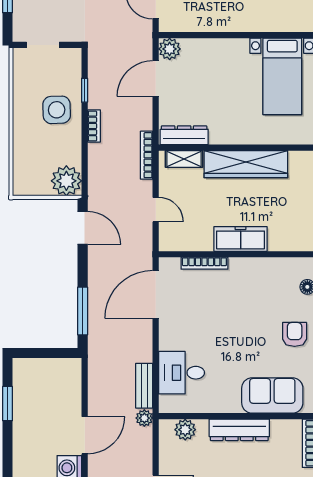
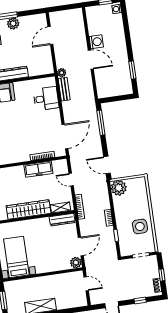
side table: (57, 110) -> (140, 226), moved
freezer: (241, 239) -> (38, 169), moved
plant: (185, 430) -> (40, 70), removed
door: (85, 435) -> (91, 60), swing flipped

